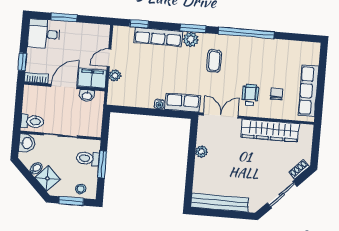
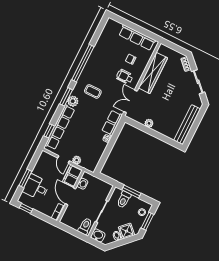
desk: (44, 34) -> (36, 187), moved, turned 90
row of seats: (158, 37) -> (60, 127), width x1.36
window: (22, 62) -> (26, 208), moved

